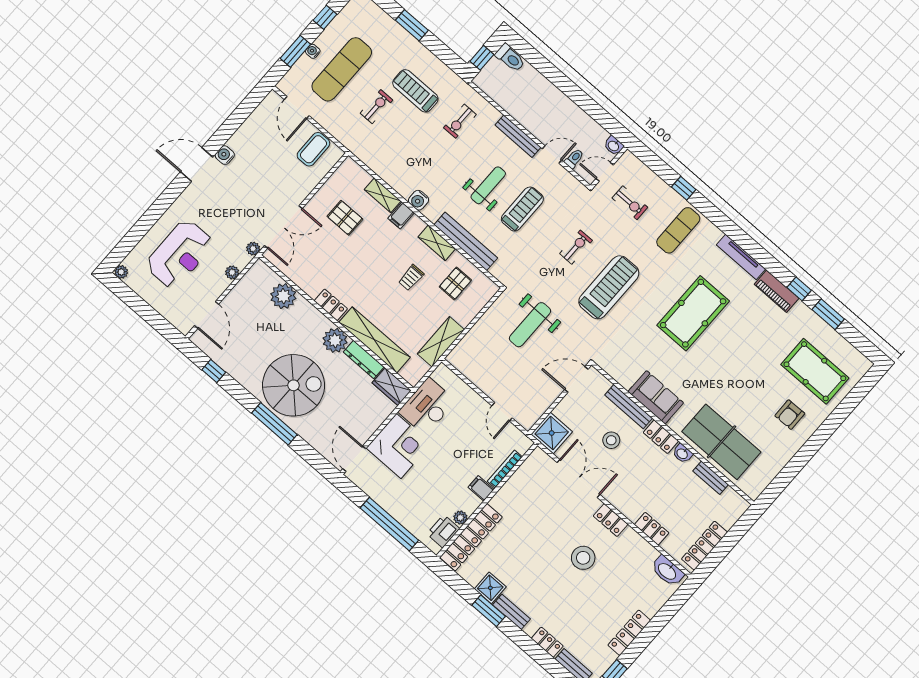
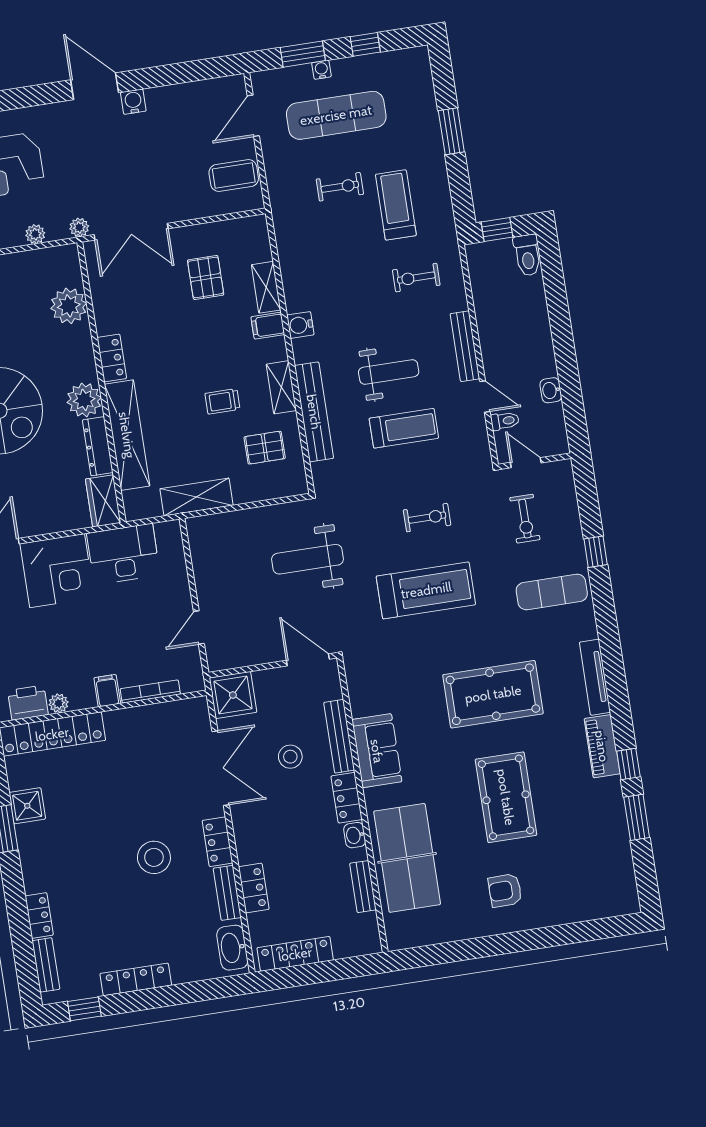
washbasin: (614, 146) -> (551, 390), moved
pool table: (815, 371) -> (506, 797), moved
bench: (511, 612) -> (227, 893), moved

